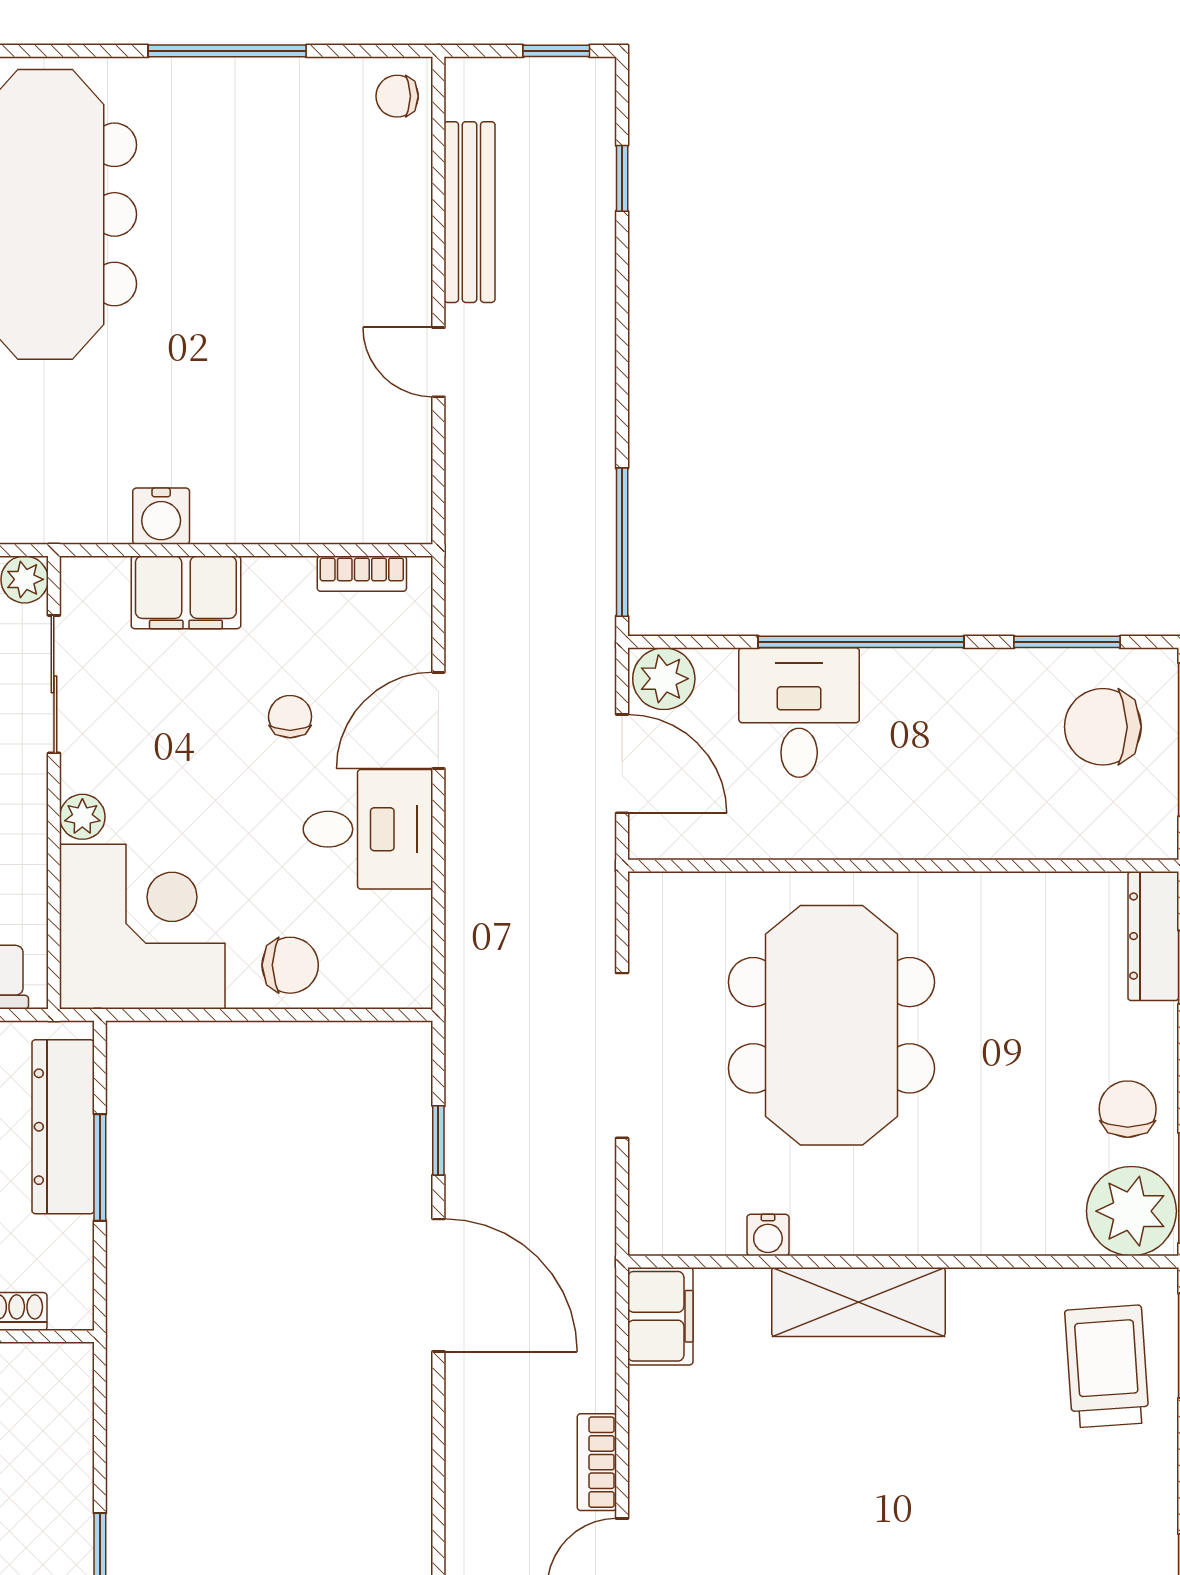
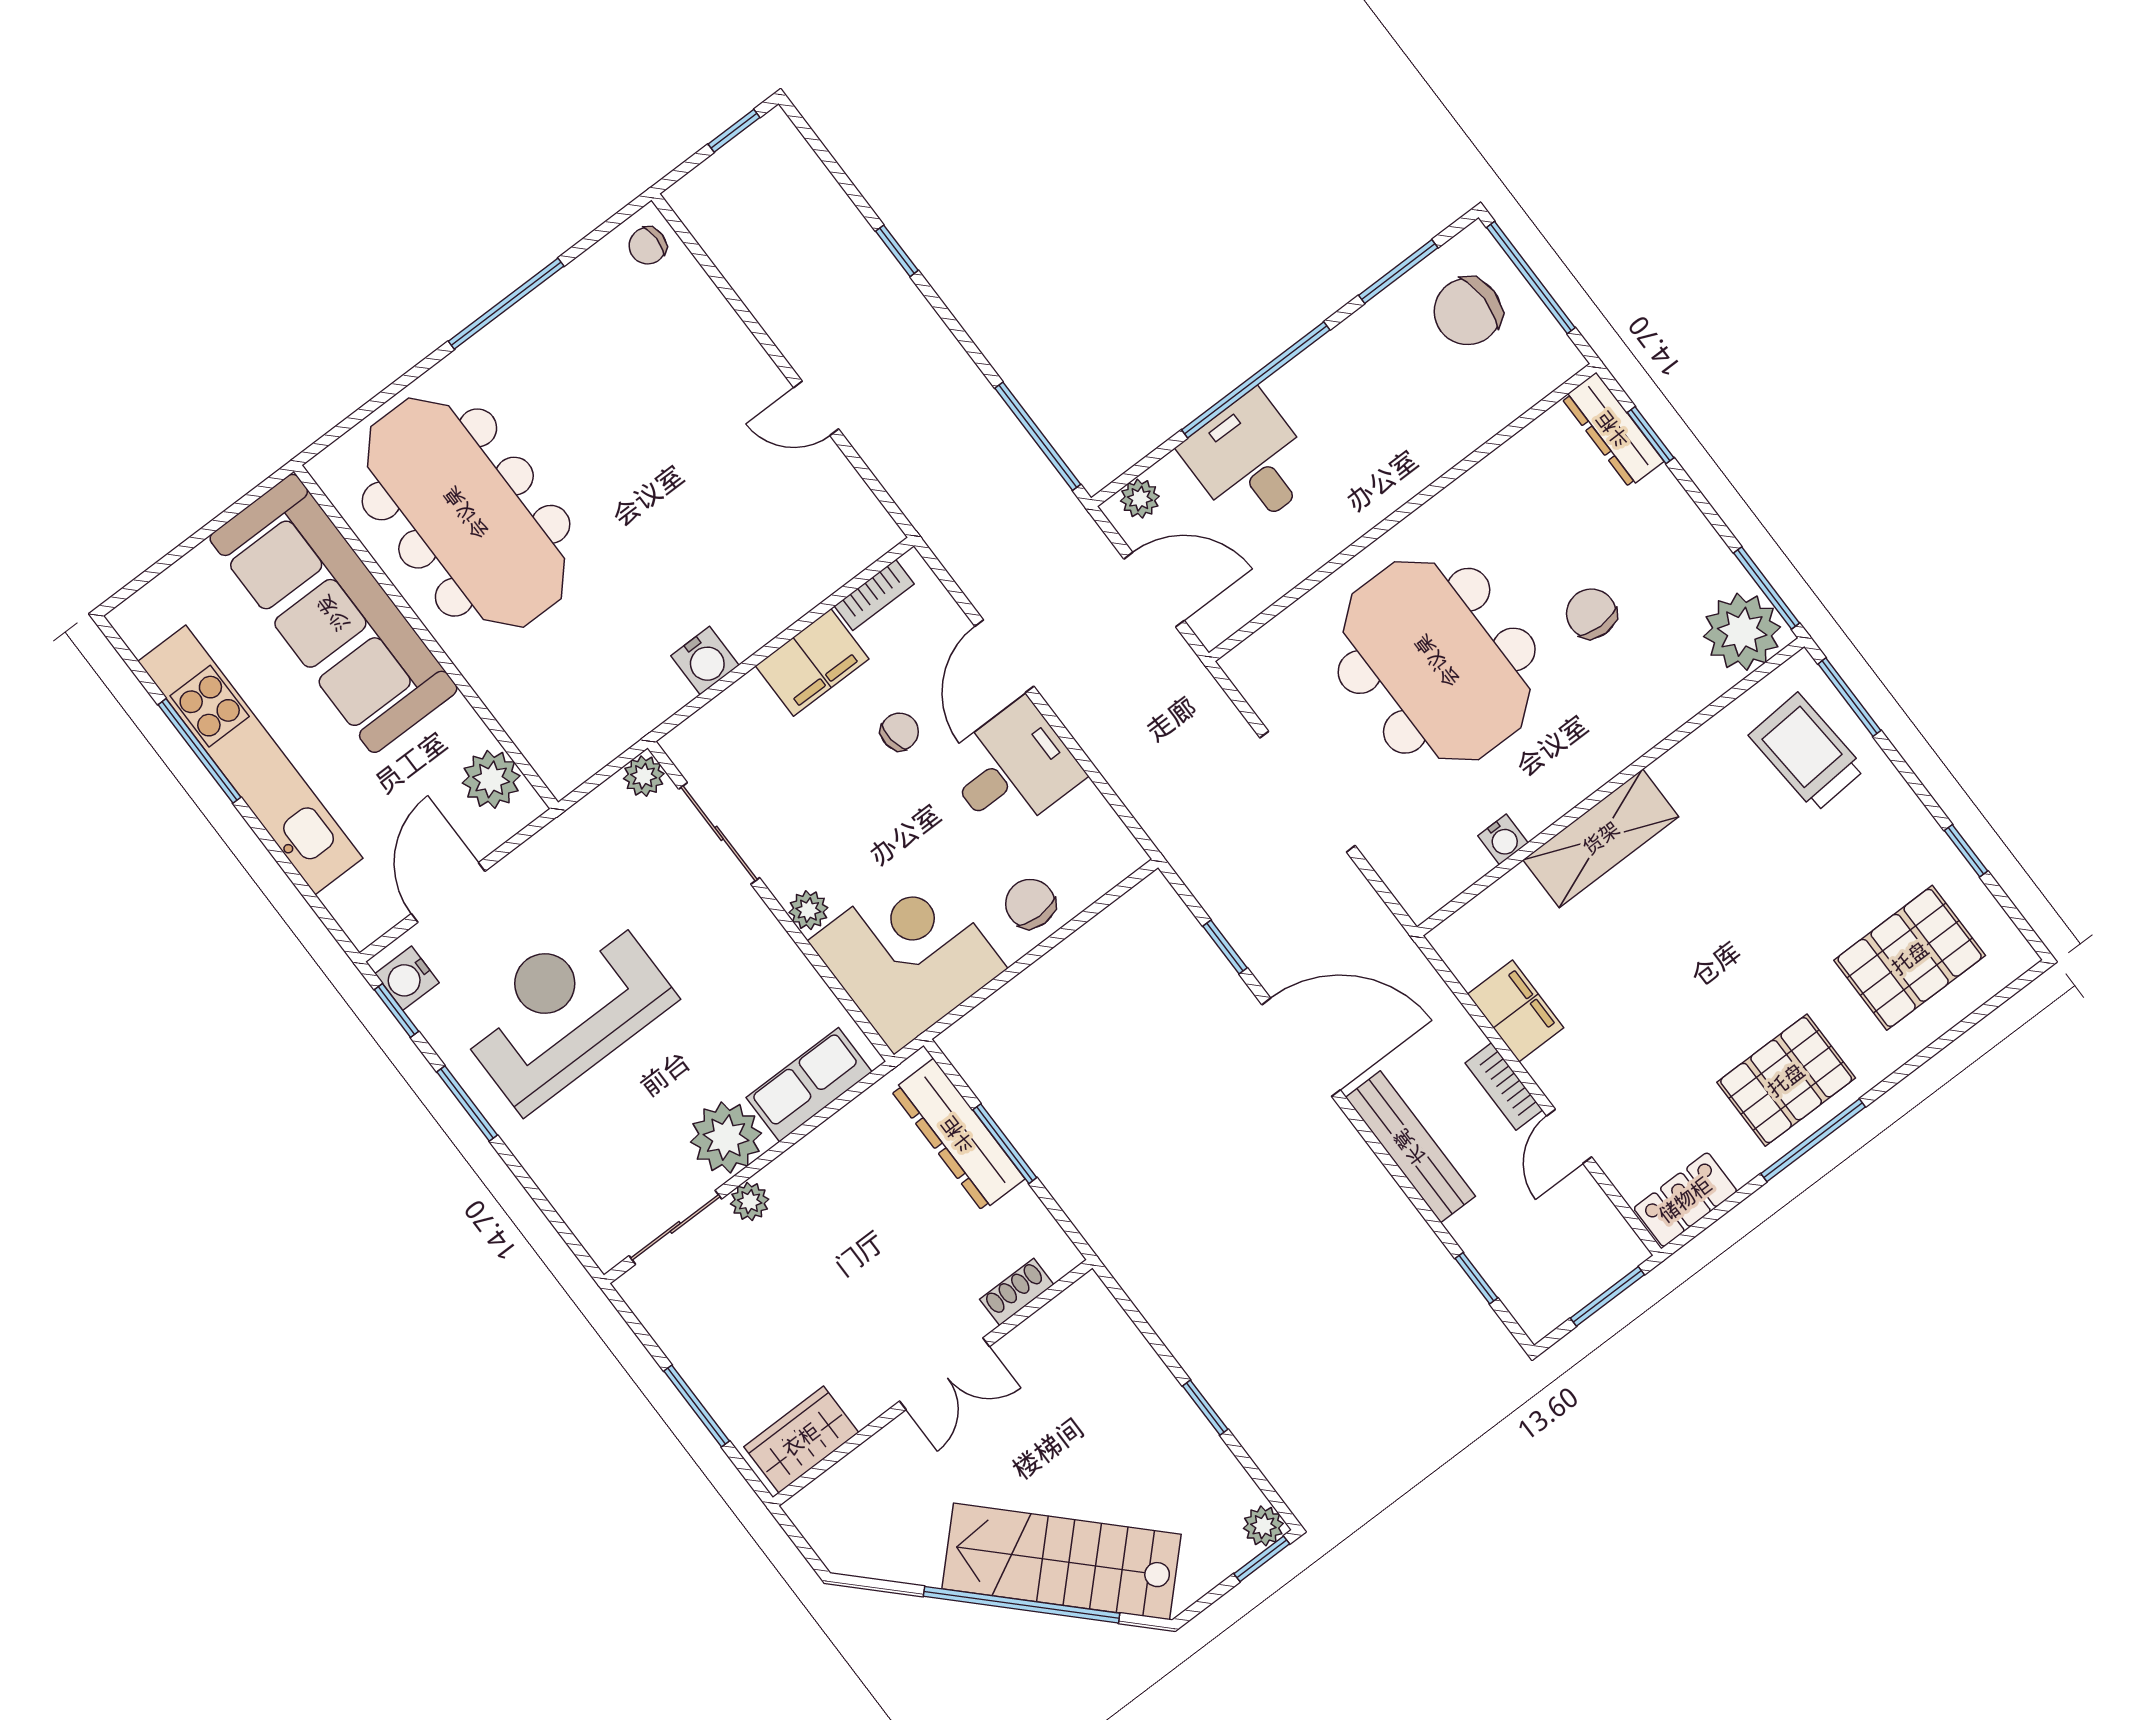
window: (622, 178) -> (897, 251), moved
bench: (470, 212) -> (1410, 1147), moved
filing cabinet: (186, 592) -> (812, 662), moved
plant: (664, 679) -> (1140, 499), width x0.73, depth x0.73
chair: (290, 717) -> (900, 732), turned 83
chair: (290, 965) -> (1030, 904), turned -90
chair: (1128, 1109) -> (1591, 614), moved
filing cabinet: (660, 1316) -> (1516, 1011), moved

